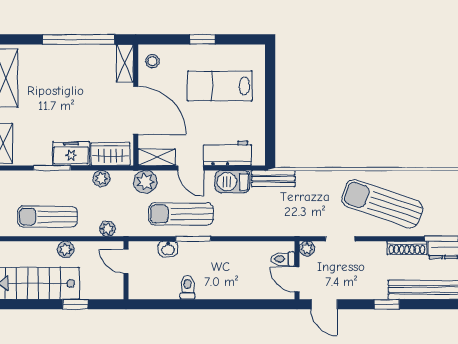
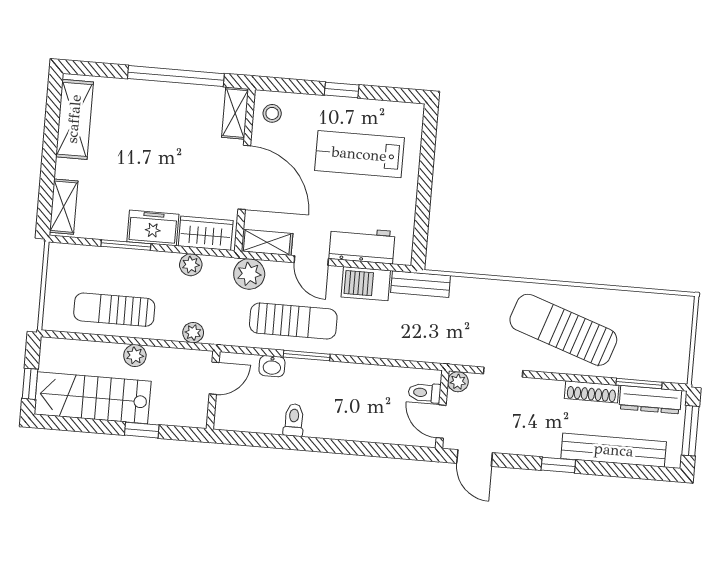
sun lounger: (181, 214) -> (293, 321), turned 180
door: (126, 261) -> (214, 378), swing flipped

